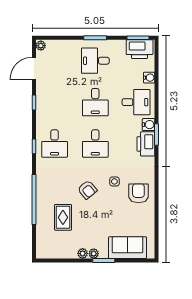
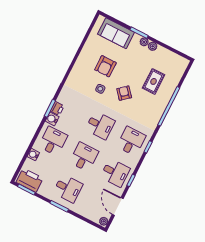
door: (34, 68) -> (118, 207), swing flipped
desk: (55, 102) -> (115, 173), added
desk: (136, 102) -> (53, 141), turned 90
desk: (95, 143) -> (100, 125), turned 90
printer: (146, 144) -> (57, 108), width x0.53, depth x0.68
armchair: (138, 193) -> (105, 66), moved

